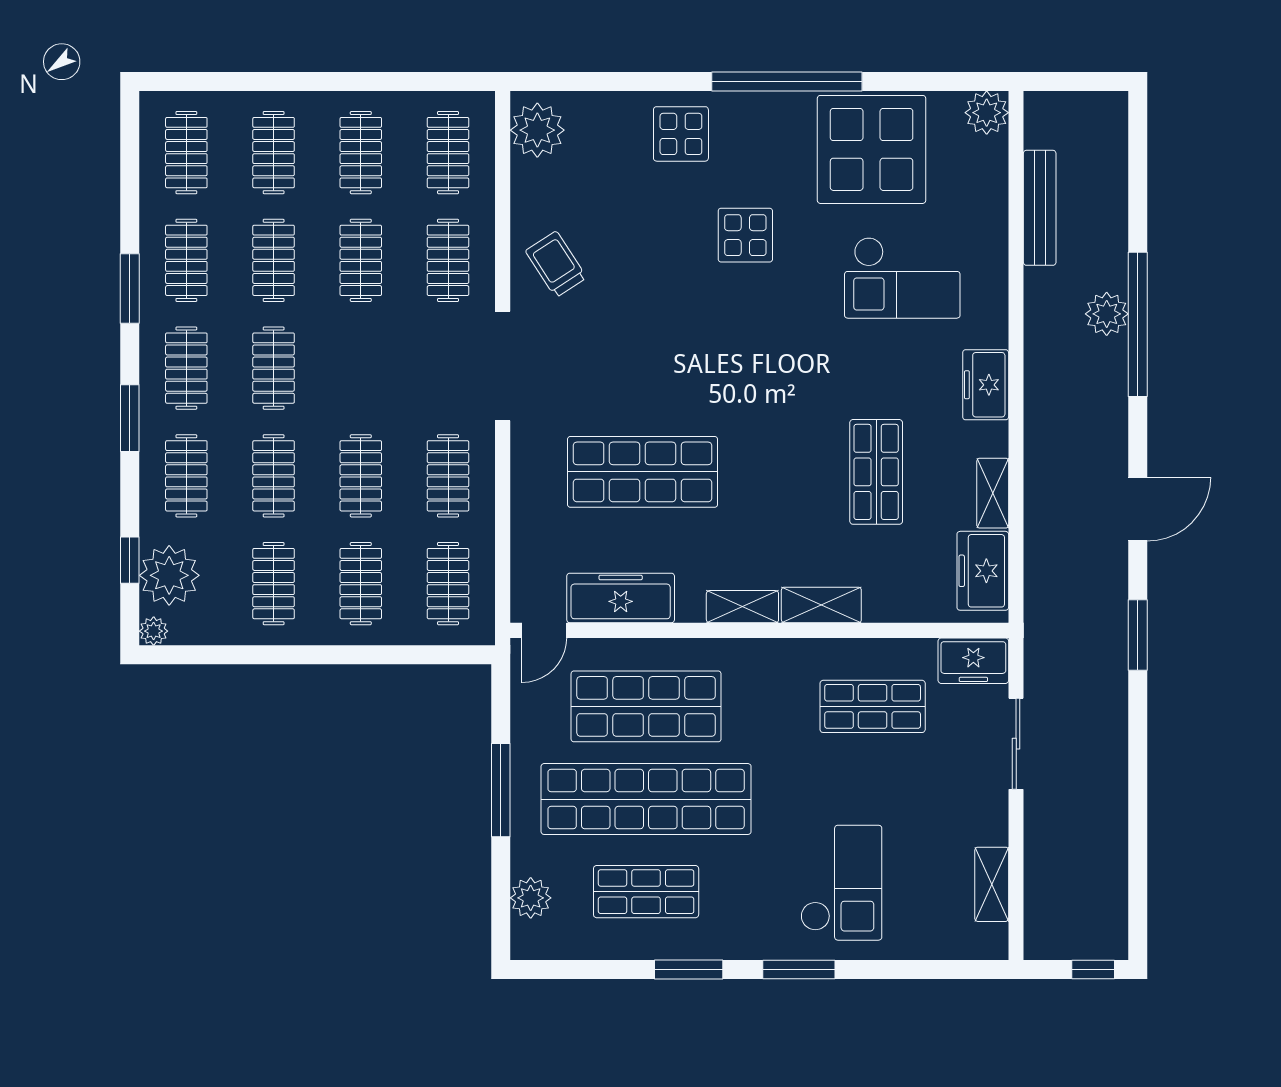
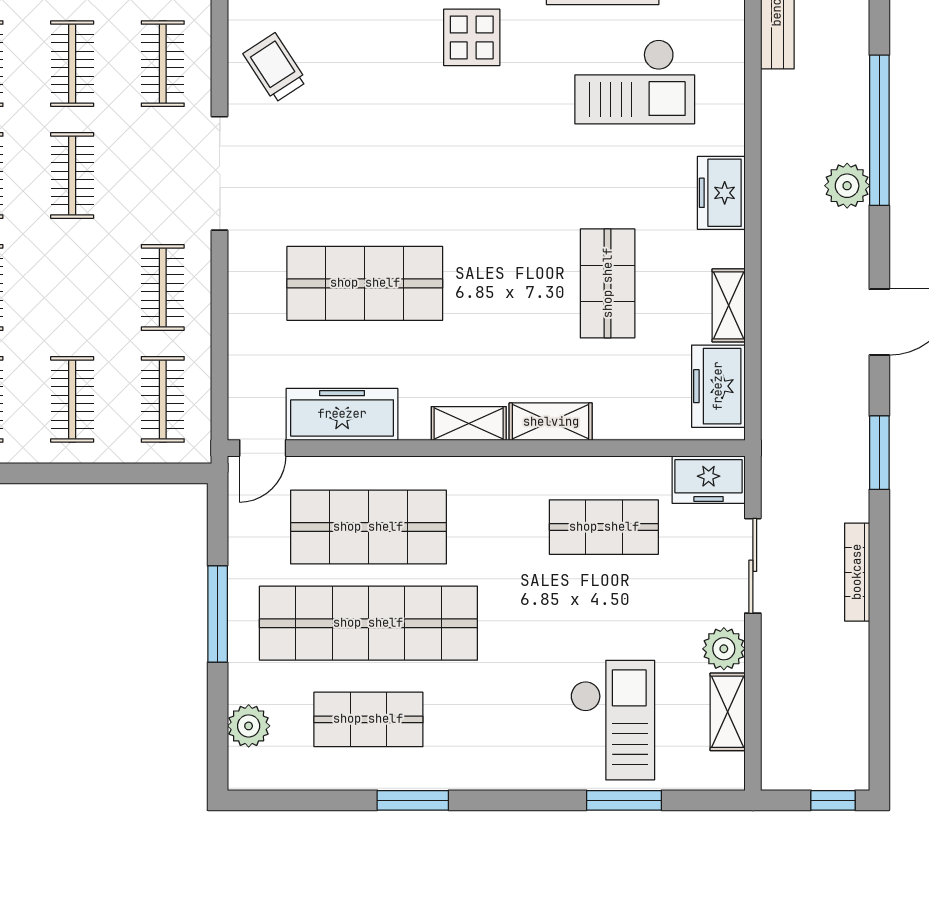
plant: (1107, 314) -> (847, 186), moved
clothes rail: (361, 476) -> (72, 176), moved
bookcase: (1116, 750) -> (857, 572), added
plant: (988, 824) -> (724, 649), added
checkout: (841, 883) -> (612, 720), moved
window: (799, 969) -> (624, 800), moved

